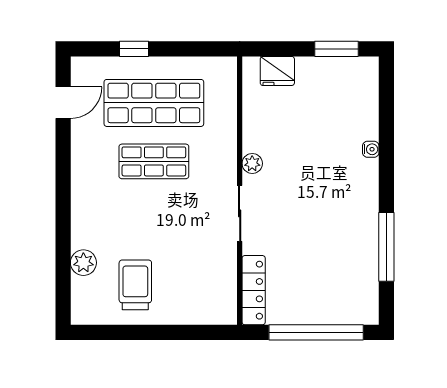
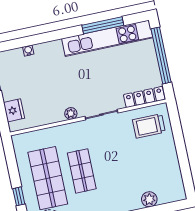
water cooler: (371, 149) -> (28, 51), moved
kitchen unit: (363, 250) -> (107, 38), added
trolley: (135, 285) -> (149, 126), moved

